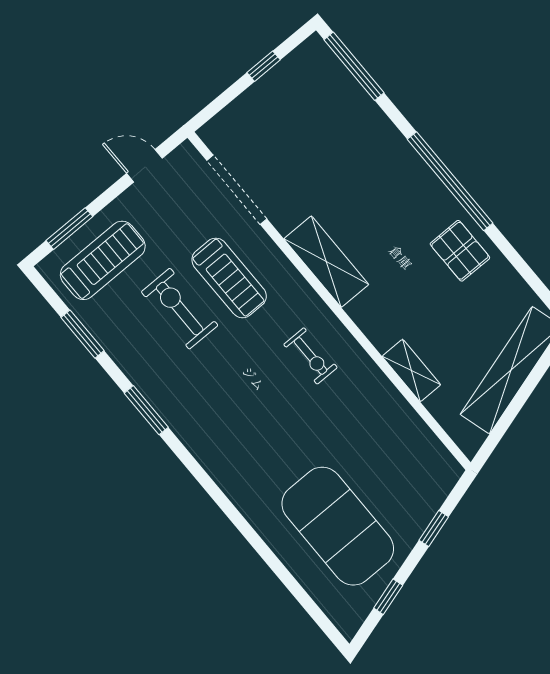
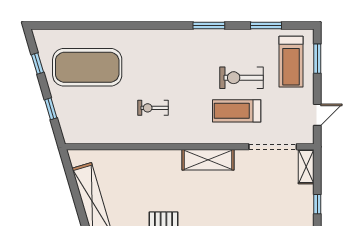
exercise bike: (180, 309) -> (241, 78), turned 180
exercise bike: (310, 356) -> (153, 108), moved
shelving: (411, 371) -> (306, 167), moved, turned 90

